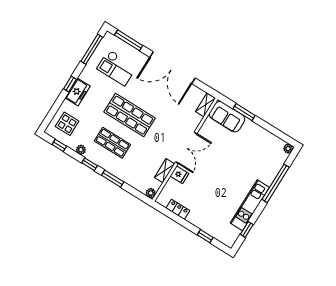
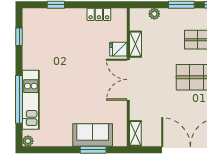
sofa: (227, 117) -> (93, 135), moved
plant: (151, 193) -> (154, 14), moved
kitchen unit: (250, 205) -> (31, 100), moved

